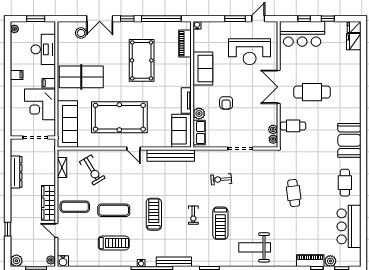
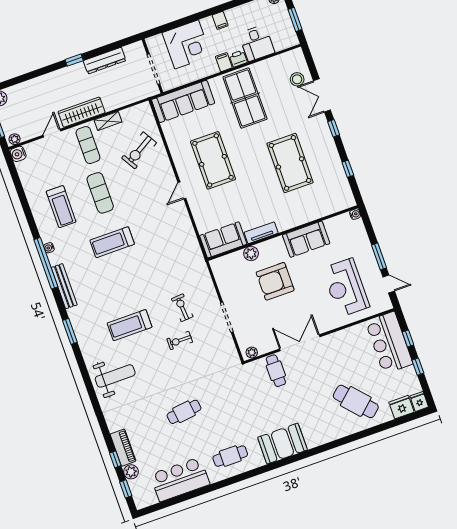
window: (161, 19) -> (348, 169), width x0.32
piano: (185, 44) -> (328, 207), removed
desk: (43, 49) -> (257, 43), width x0.73
pool table: (142, 60) -> (290, 163), turned 90
printer: (50, 72) -> (238, 59), added
double door: (279, 87) -> (300, 343), moved
cafe table: (312, 92) -> (356, 401), moved, turned -42
armchair: (226, 103) -> (275, 281), width x1.88, depth x1.88
corner desk: (40, 104) -> (187, 44), moved, turned 180
pool table: (119, 117) -> (213, 160), width x0.73, depth x0.76
plant: (273, 129) -> (263, 348), removed
row of seats: (199, 133) -> (229, 262), removed
bench: (171, 155) -> (189, 238), removed
shelving: (62, 168) -> (108, 121), moved
cafe table: (294, 193) -> (184, 412), moved
treadmill: (154, 214) -> (112, 242), turned 180
exercise bike: (193, 215) -> (180, 340), moved
window: (8, 229) -> (74, 60), moved
weight bench: (255, 247) -> (115, 376), turned 90

